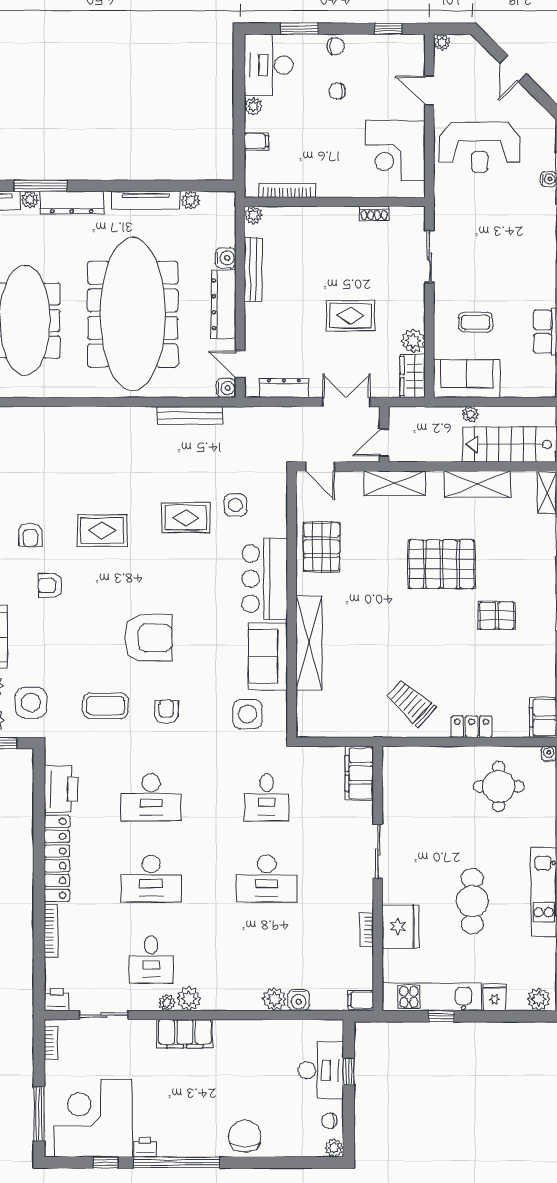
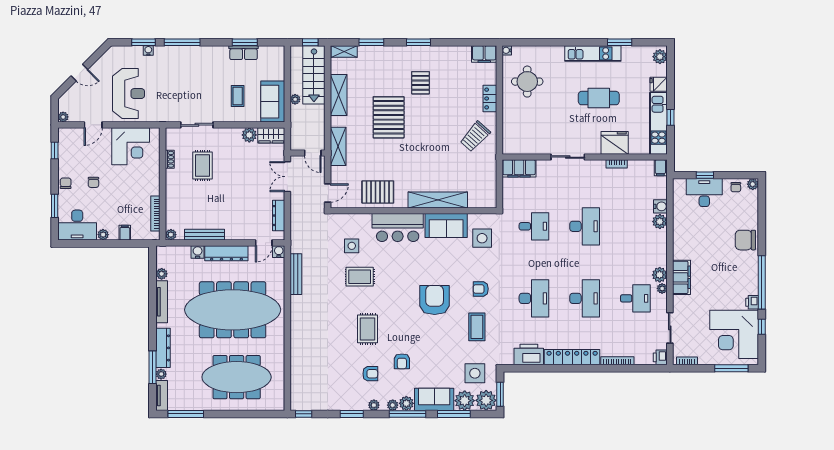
rug: (350, 316) -> (202, 165), moved
rug: (186, 518) -> (360, 277), turned 90

